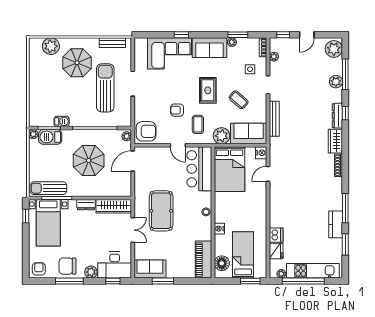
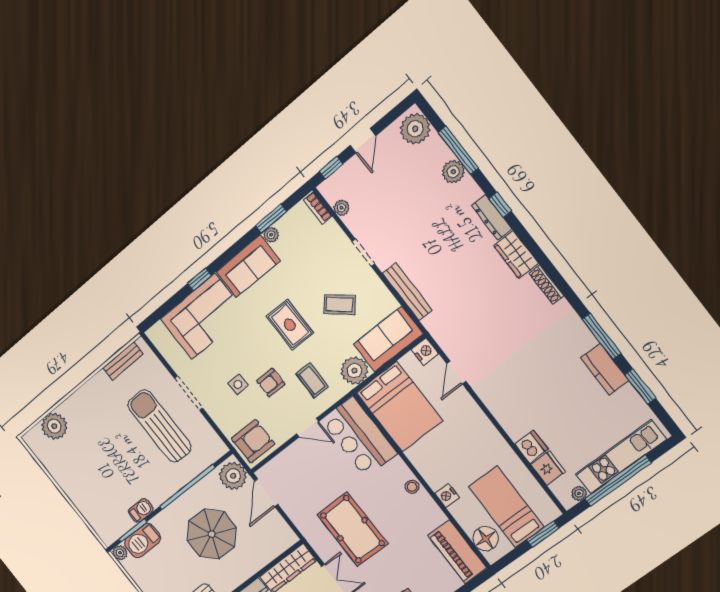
parasol: (77, 63) -> (101, 422), removed
side table: (250, 69) -> (238, 384), moved
plant: (127, 136) -> (233, 476), width x1.87, depth x1.87

